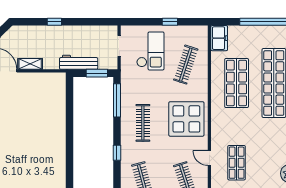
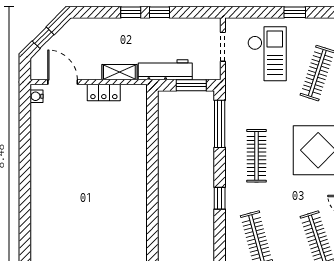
window: (75, 22) -> (160, 12), added
shelving: (30, 64) -> (119, 72), moved
locker: (35, 78) -> (104, 92), added

